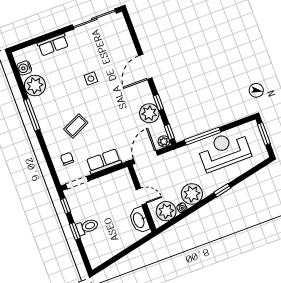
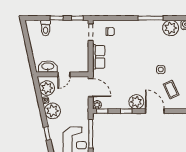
plant: (149, 113) -> (136, 102), moved
coffee table: (76, 126) -> (171, 90), moved
toilet: (87, 227) -> (46, 28), moved

